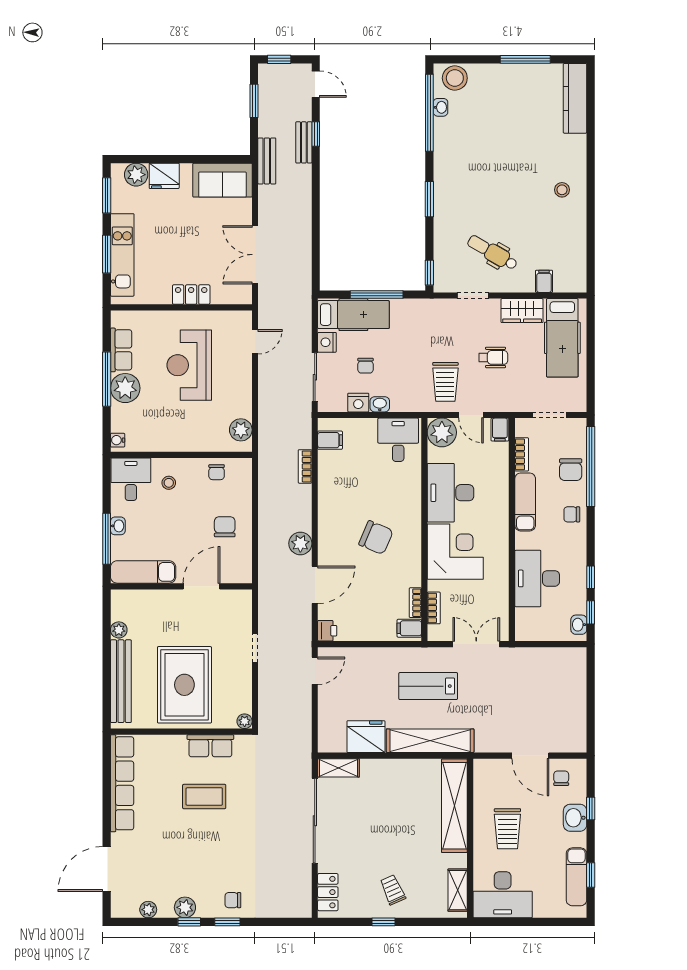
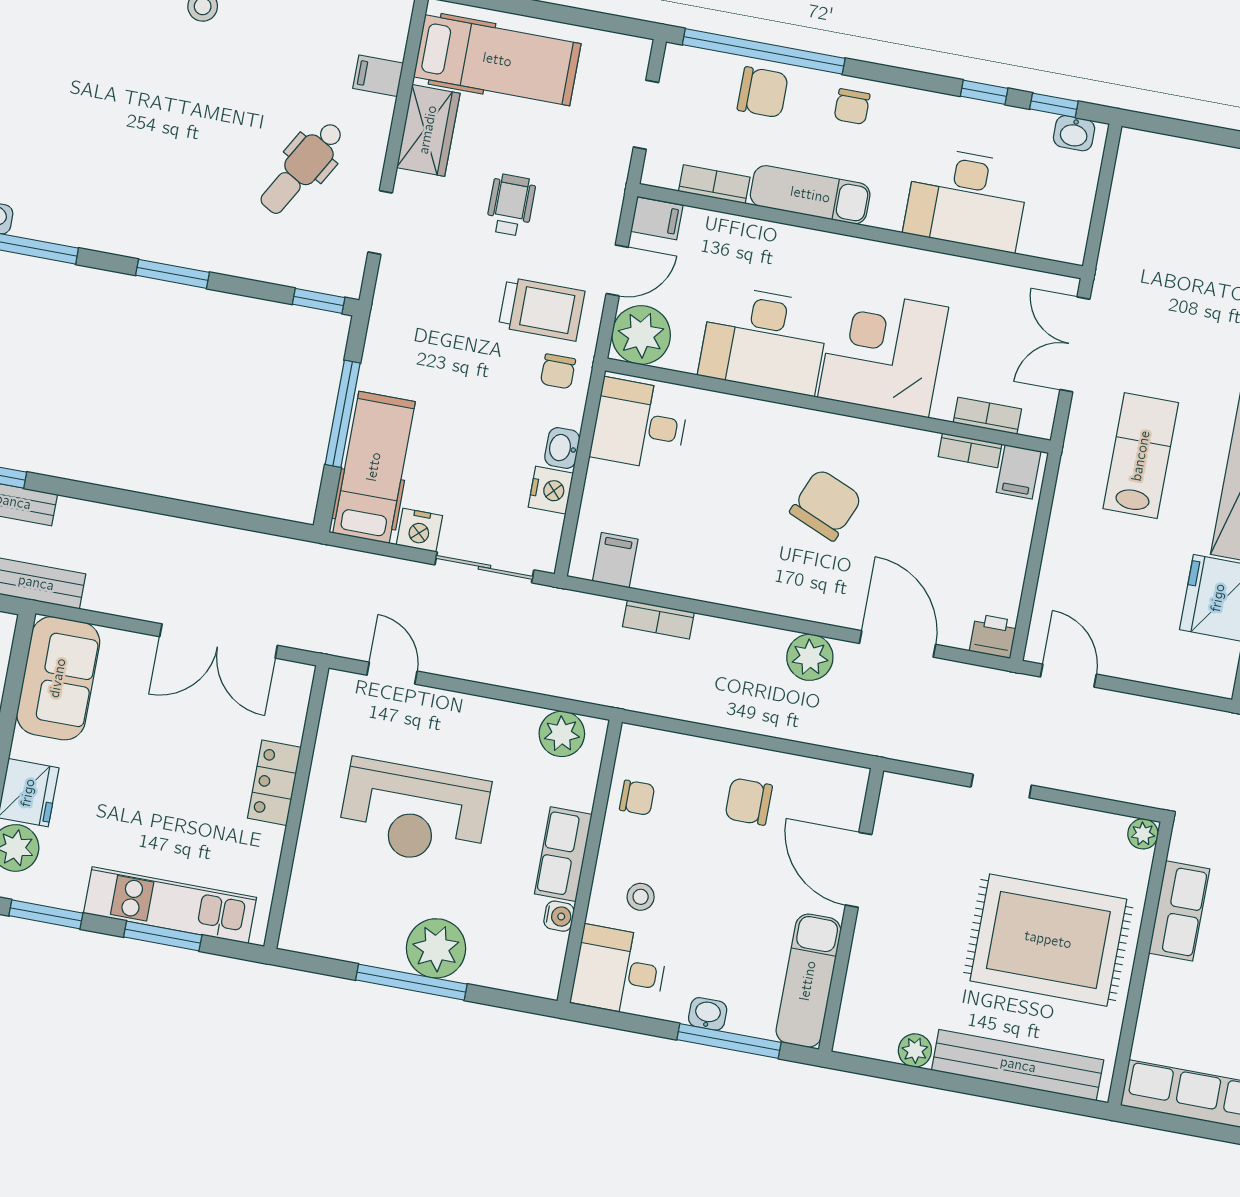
row of seats: (121, 350) -> (563, 854), moved, turned -90
chair: (365, 366) -> (558, 371), moved, turned 90
water cooler: (118, 440) -> (559, 916), moved, turned -90
lab bench: (428, 686) -> (1141, 456), turned 180

